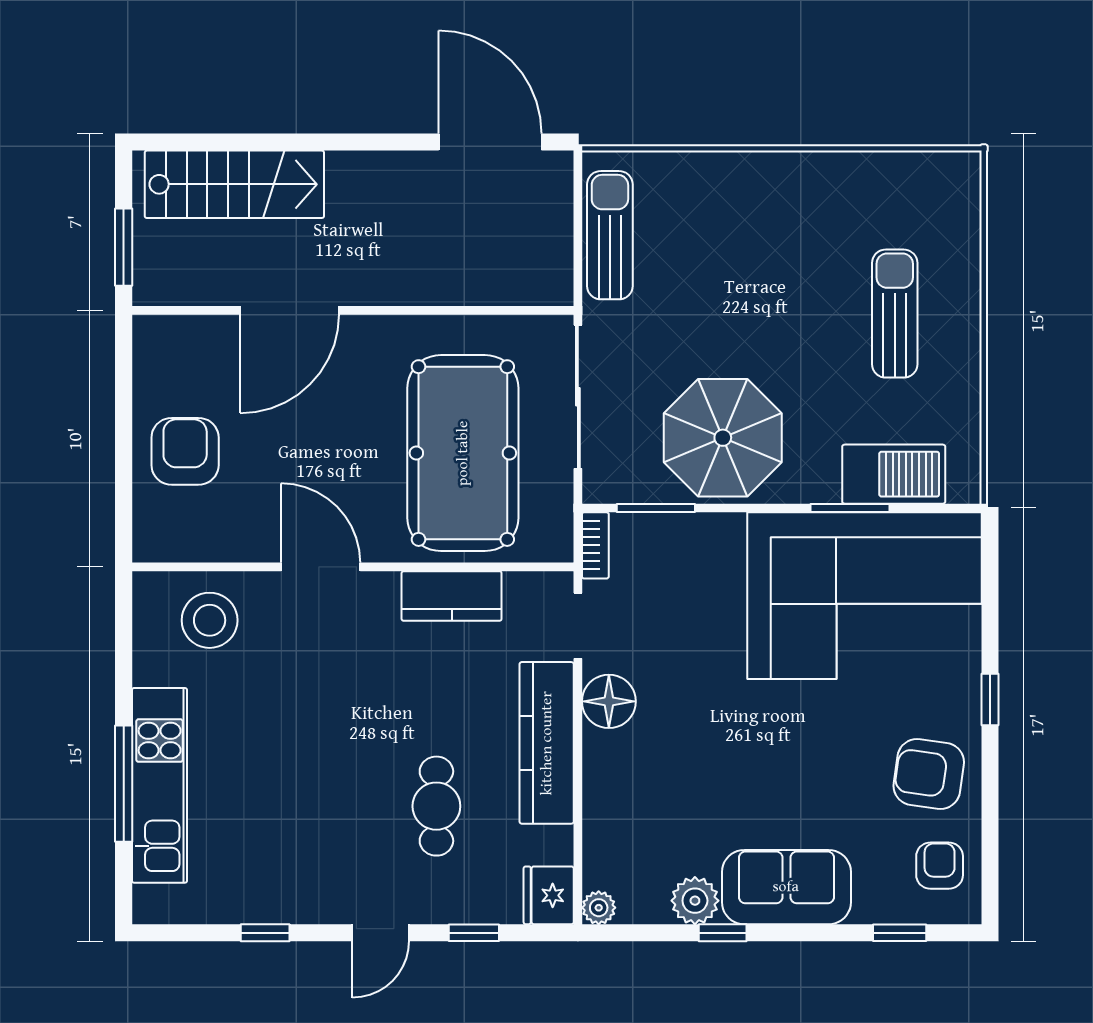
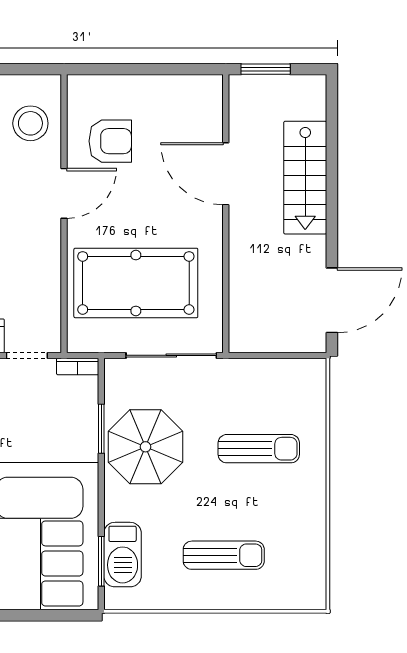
stairs: (234, 184) -> (305, 178), moved
sun lounger: (610, 235) -> (259, 449), moved
armchair: (185, 451) -> (110, 141), moved
window: (656, 508) -> (101, 429), moved
window: (850, 508) -> (101, 561), moved
kitchen counter: (452, 596) -> (46, 276), removed

